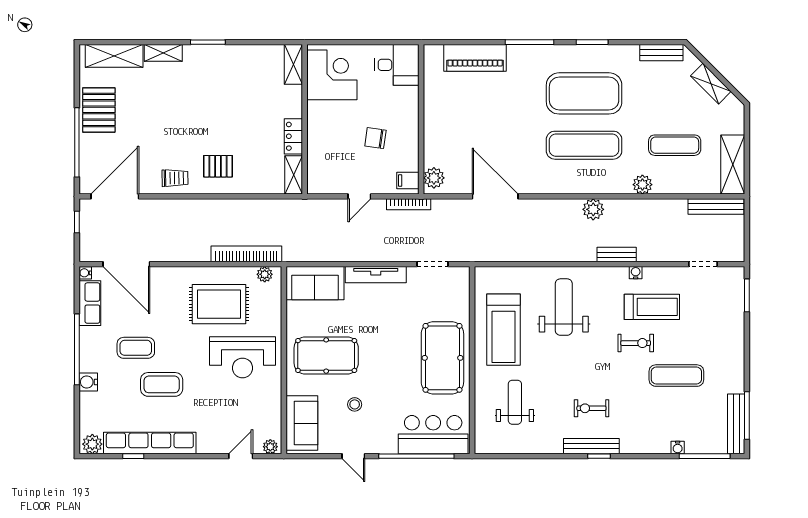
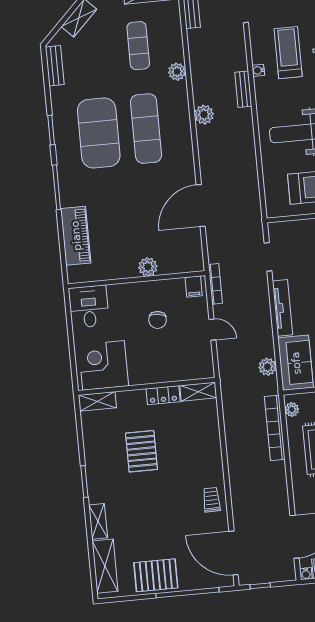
pallet: (218, 166) -> (141, 451), moved, width x1.50, depth x1.42
plant: (434, 178) -> (148, 267), moved
plant: (313, 252) -> (267, 367), added

